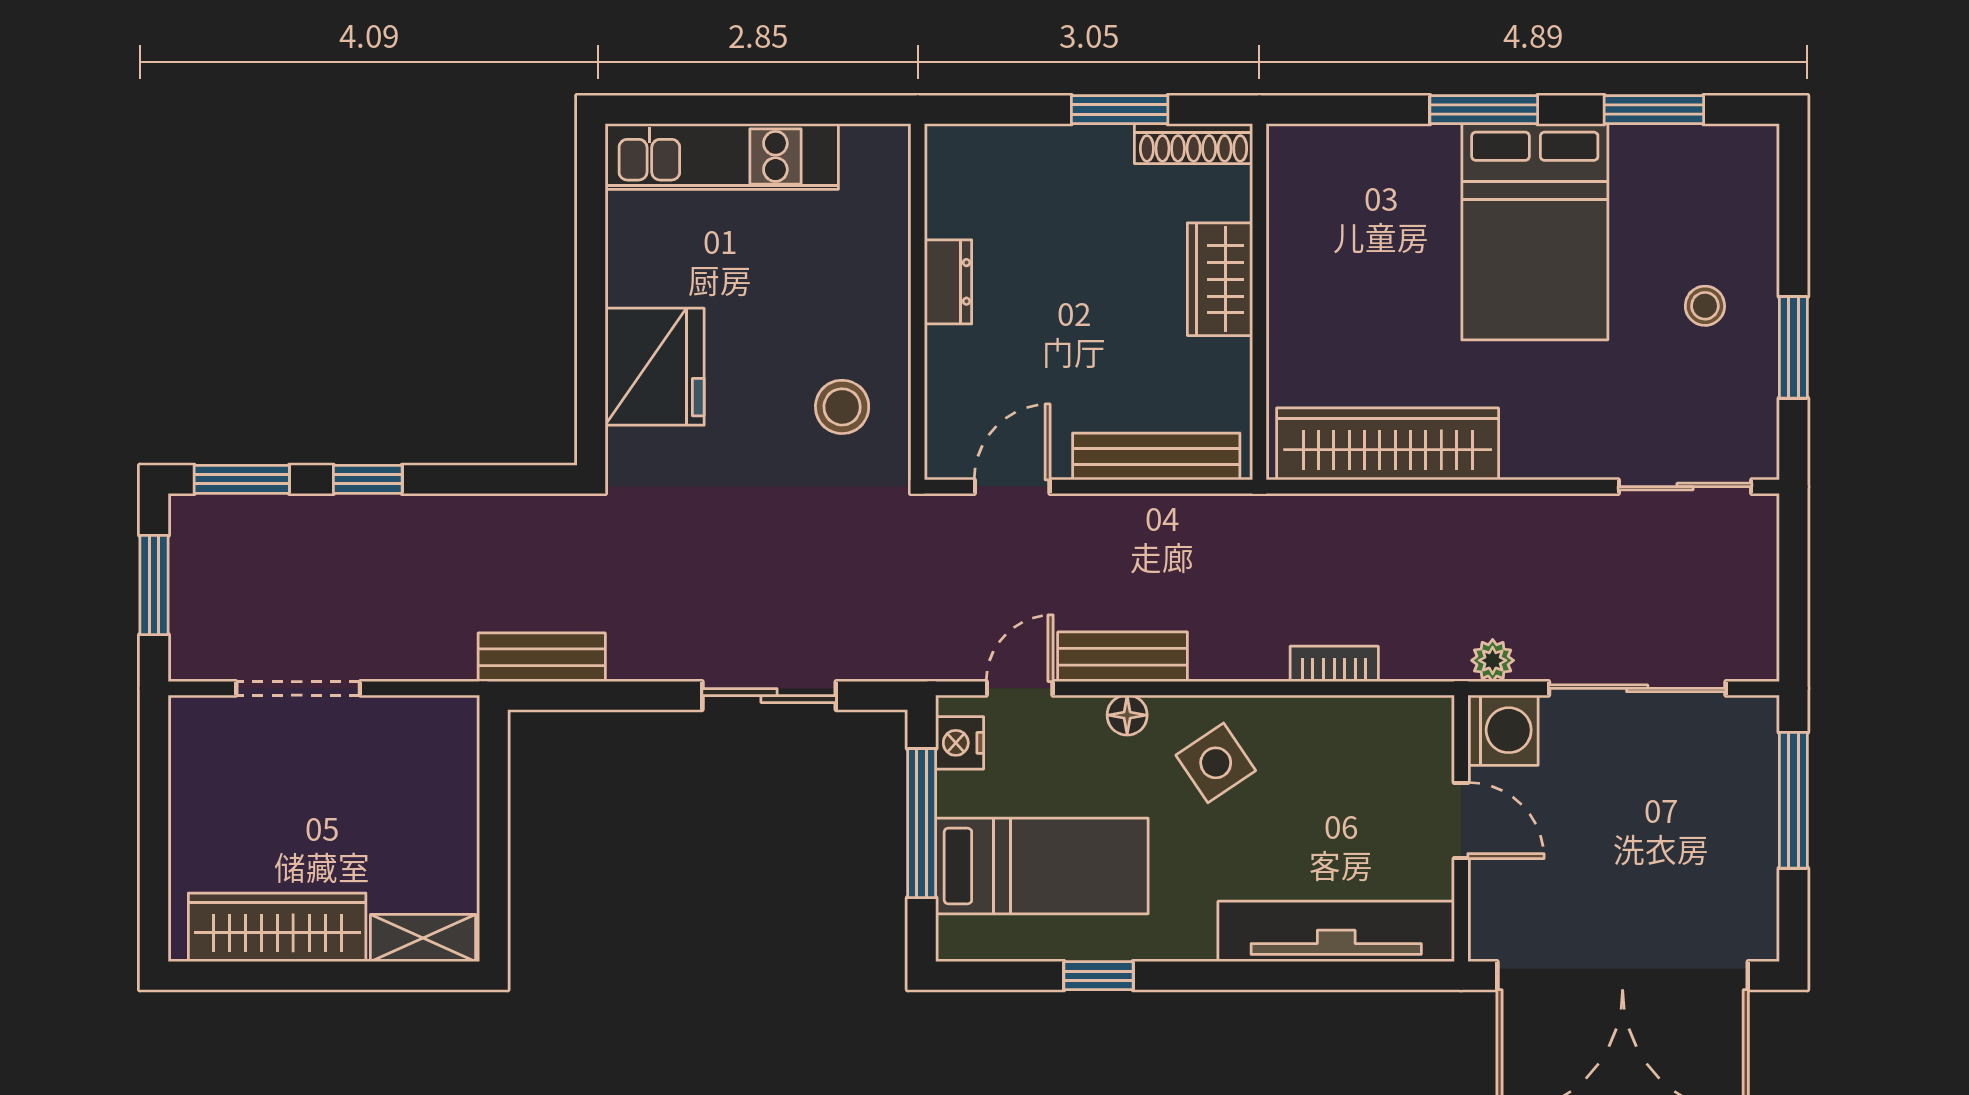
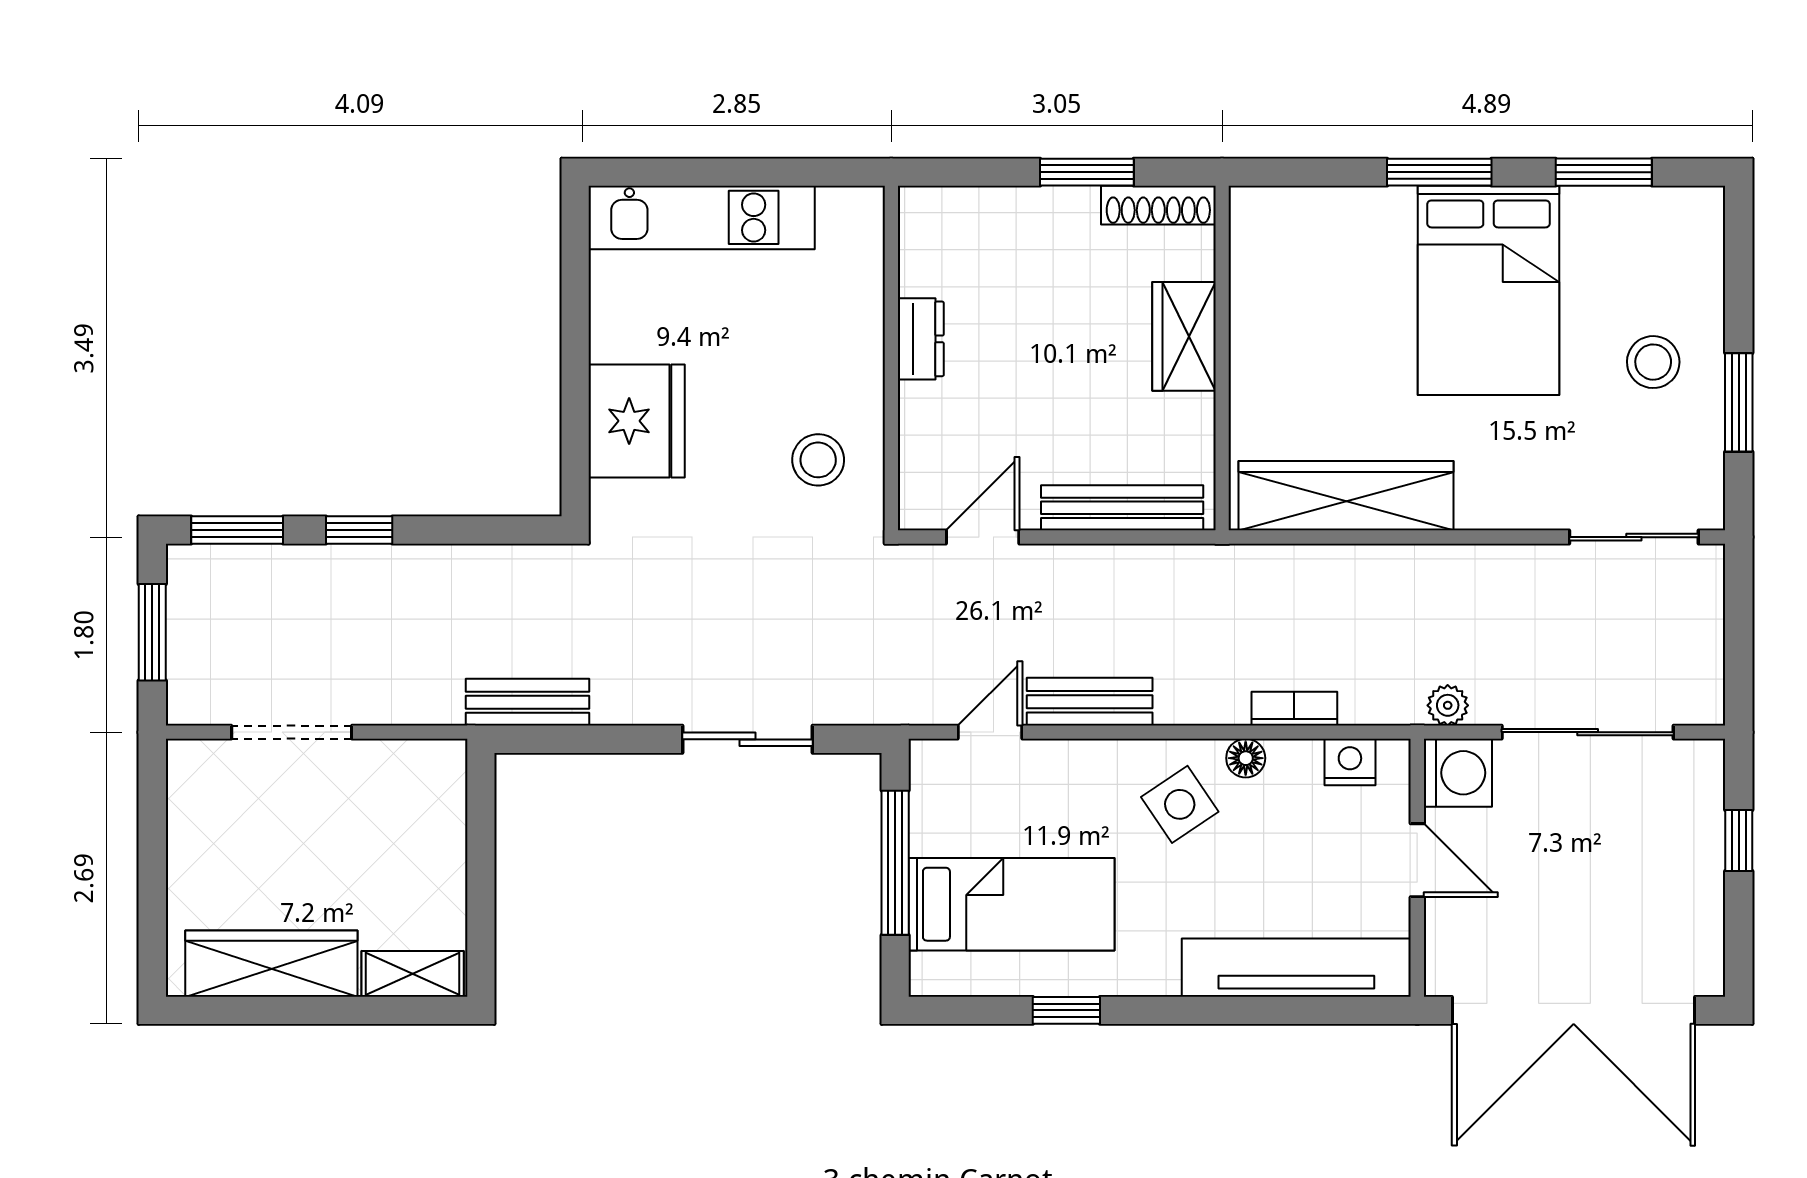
stool: (1705, 306) -> (1653, 362), width x1.37, depth x1.37
floor lamp: (1127, 715) -> (1246, 758), moved
nightstand: (960, 743) -> (1350, 762), moved, turned 90
window: (1793, 800) -> (1739, 841), width x0.46

